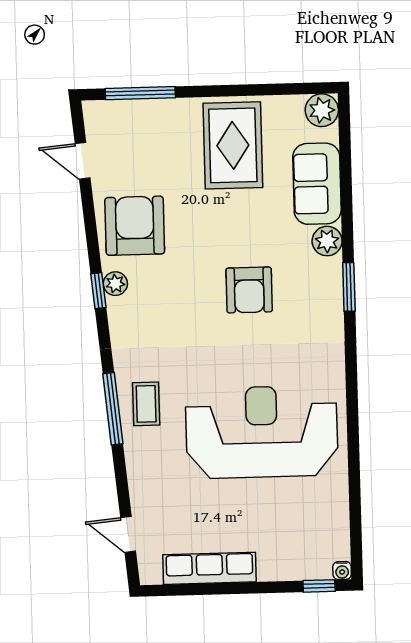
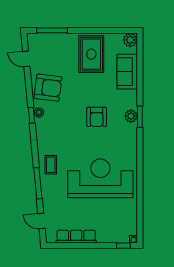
armchair: (135, 226) -> (48, 88), turned 97
plant: (327, 241) -> (131, 116), moved
window: (113, 409) -> (38, 183), moved

